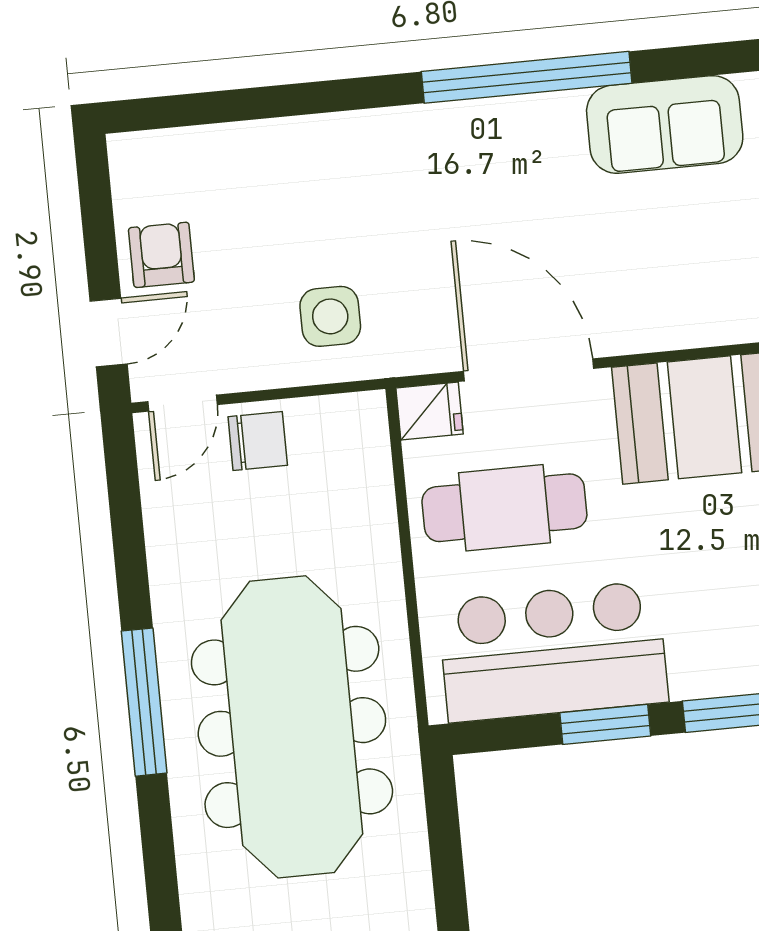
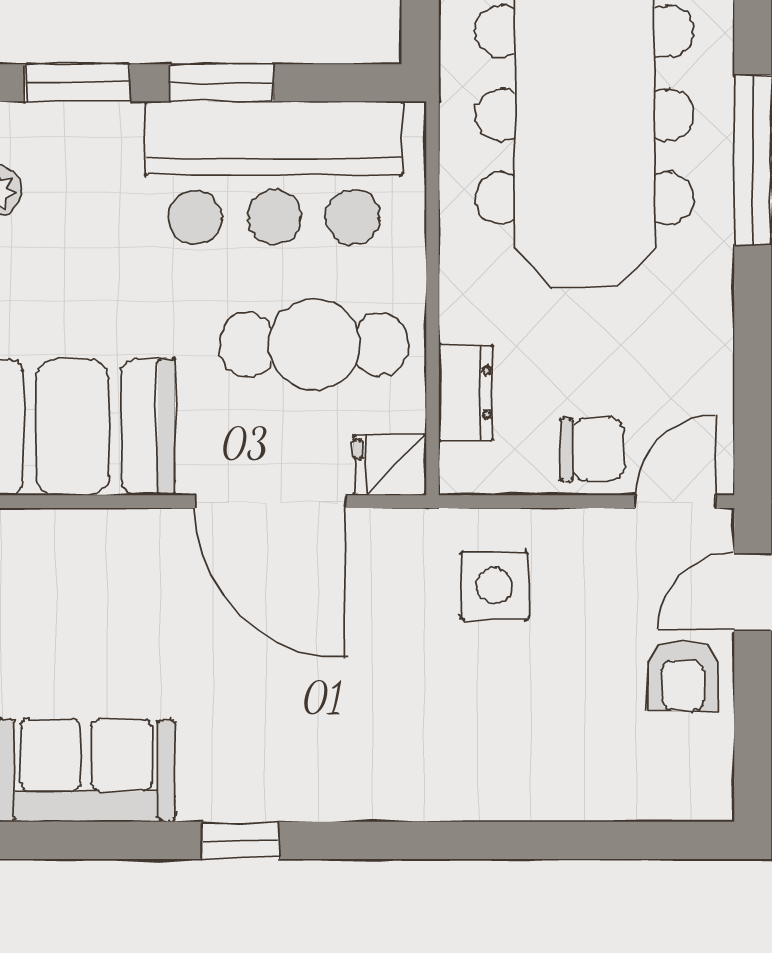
window: (527, 77) -> (240, 840), width x0.32
chair: (258, 441) -> (592, 449), turned 180
dresser: (371, 479) -> (466, 393), added

